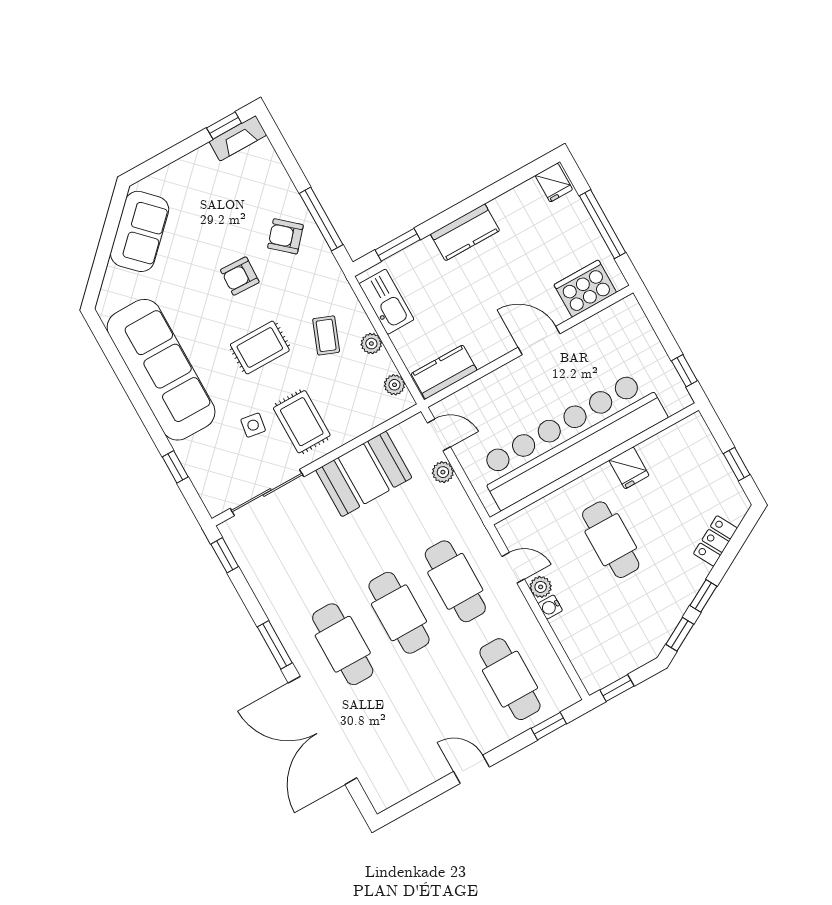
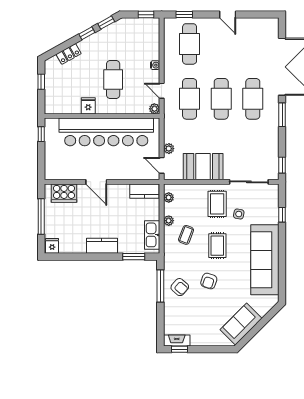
armchair: (240, 276) -> (209, 281), turned 107
rug: (260, 347) -> (217, 246), turned 90
plant: (541, 587) -> (154, 109), moved

